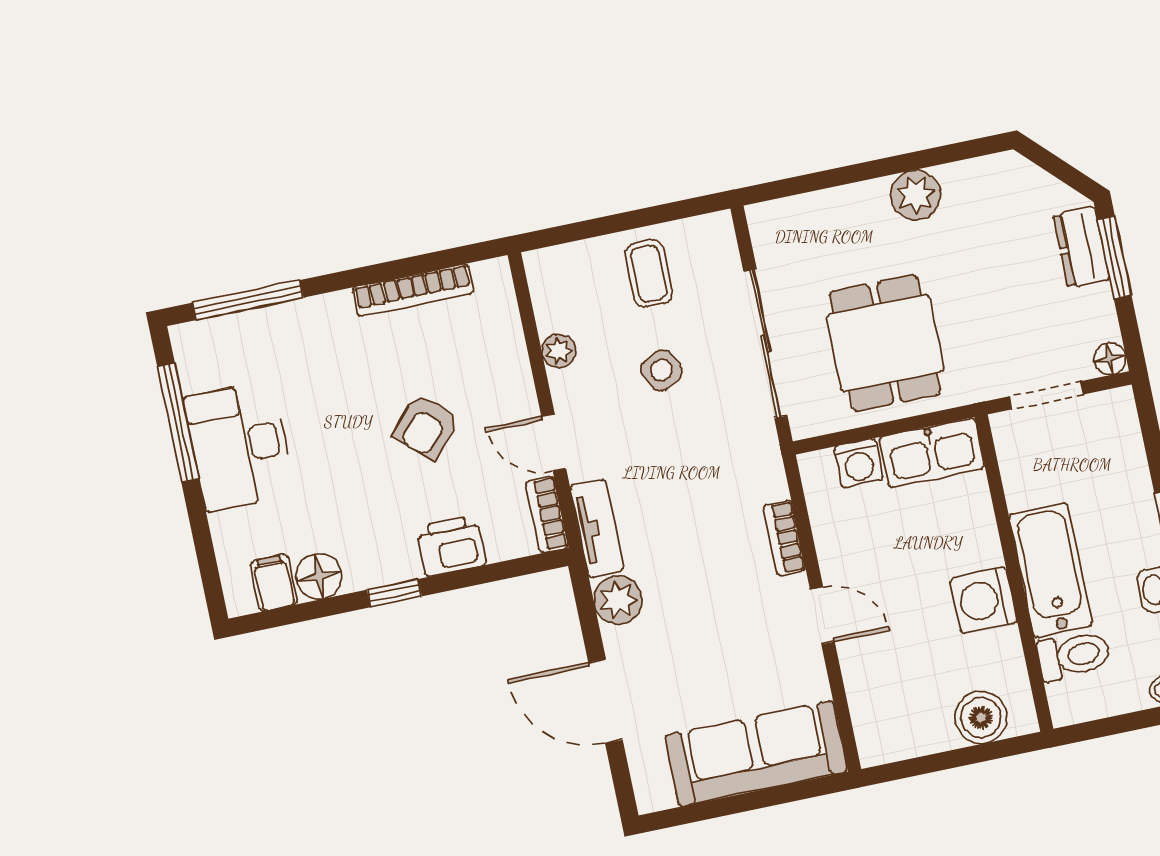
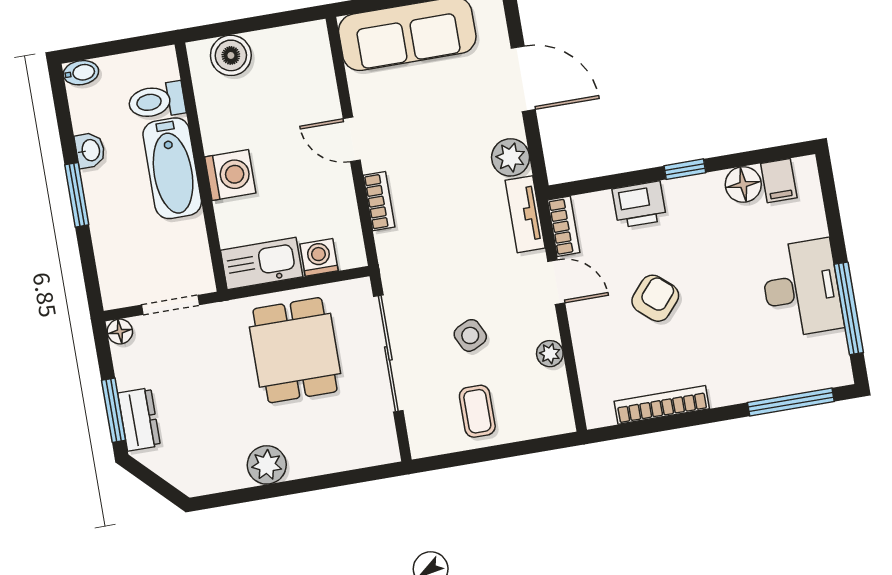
washing machine: (984, 600) -> (230, 175), moved

